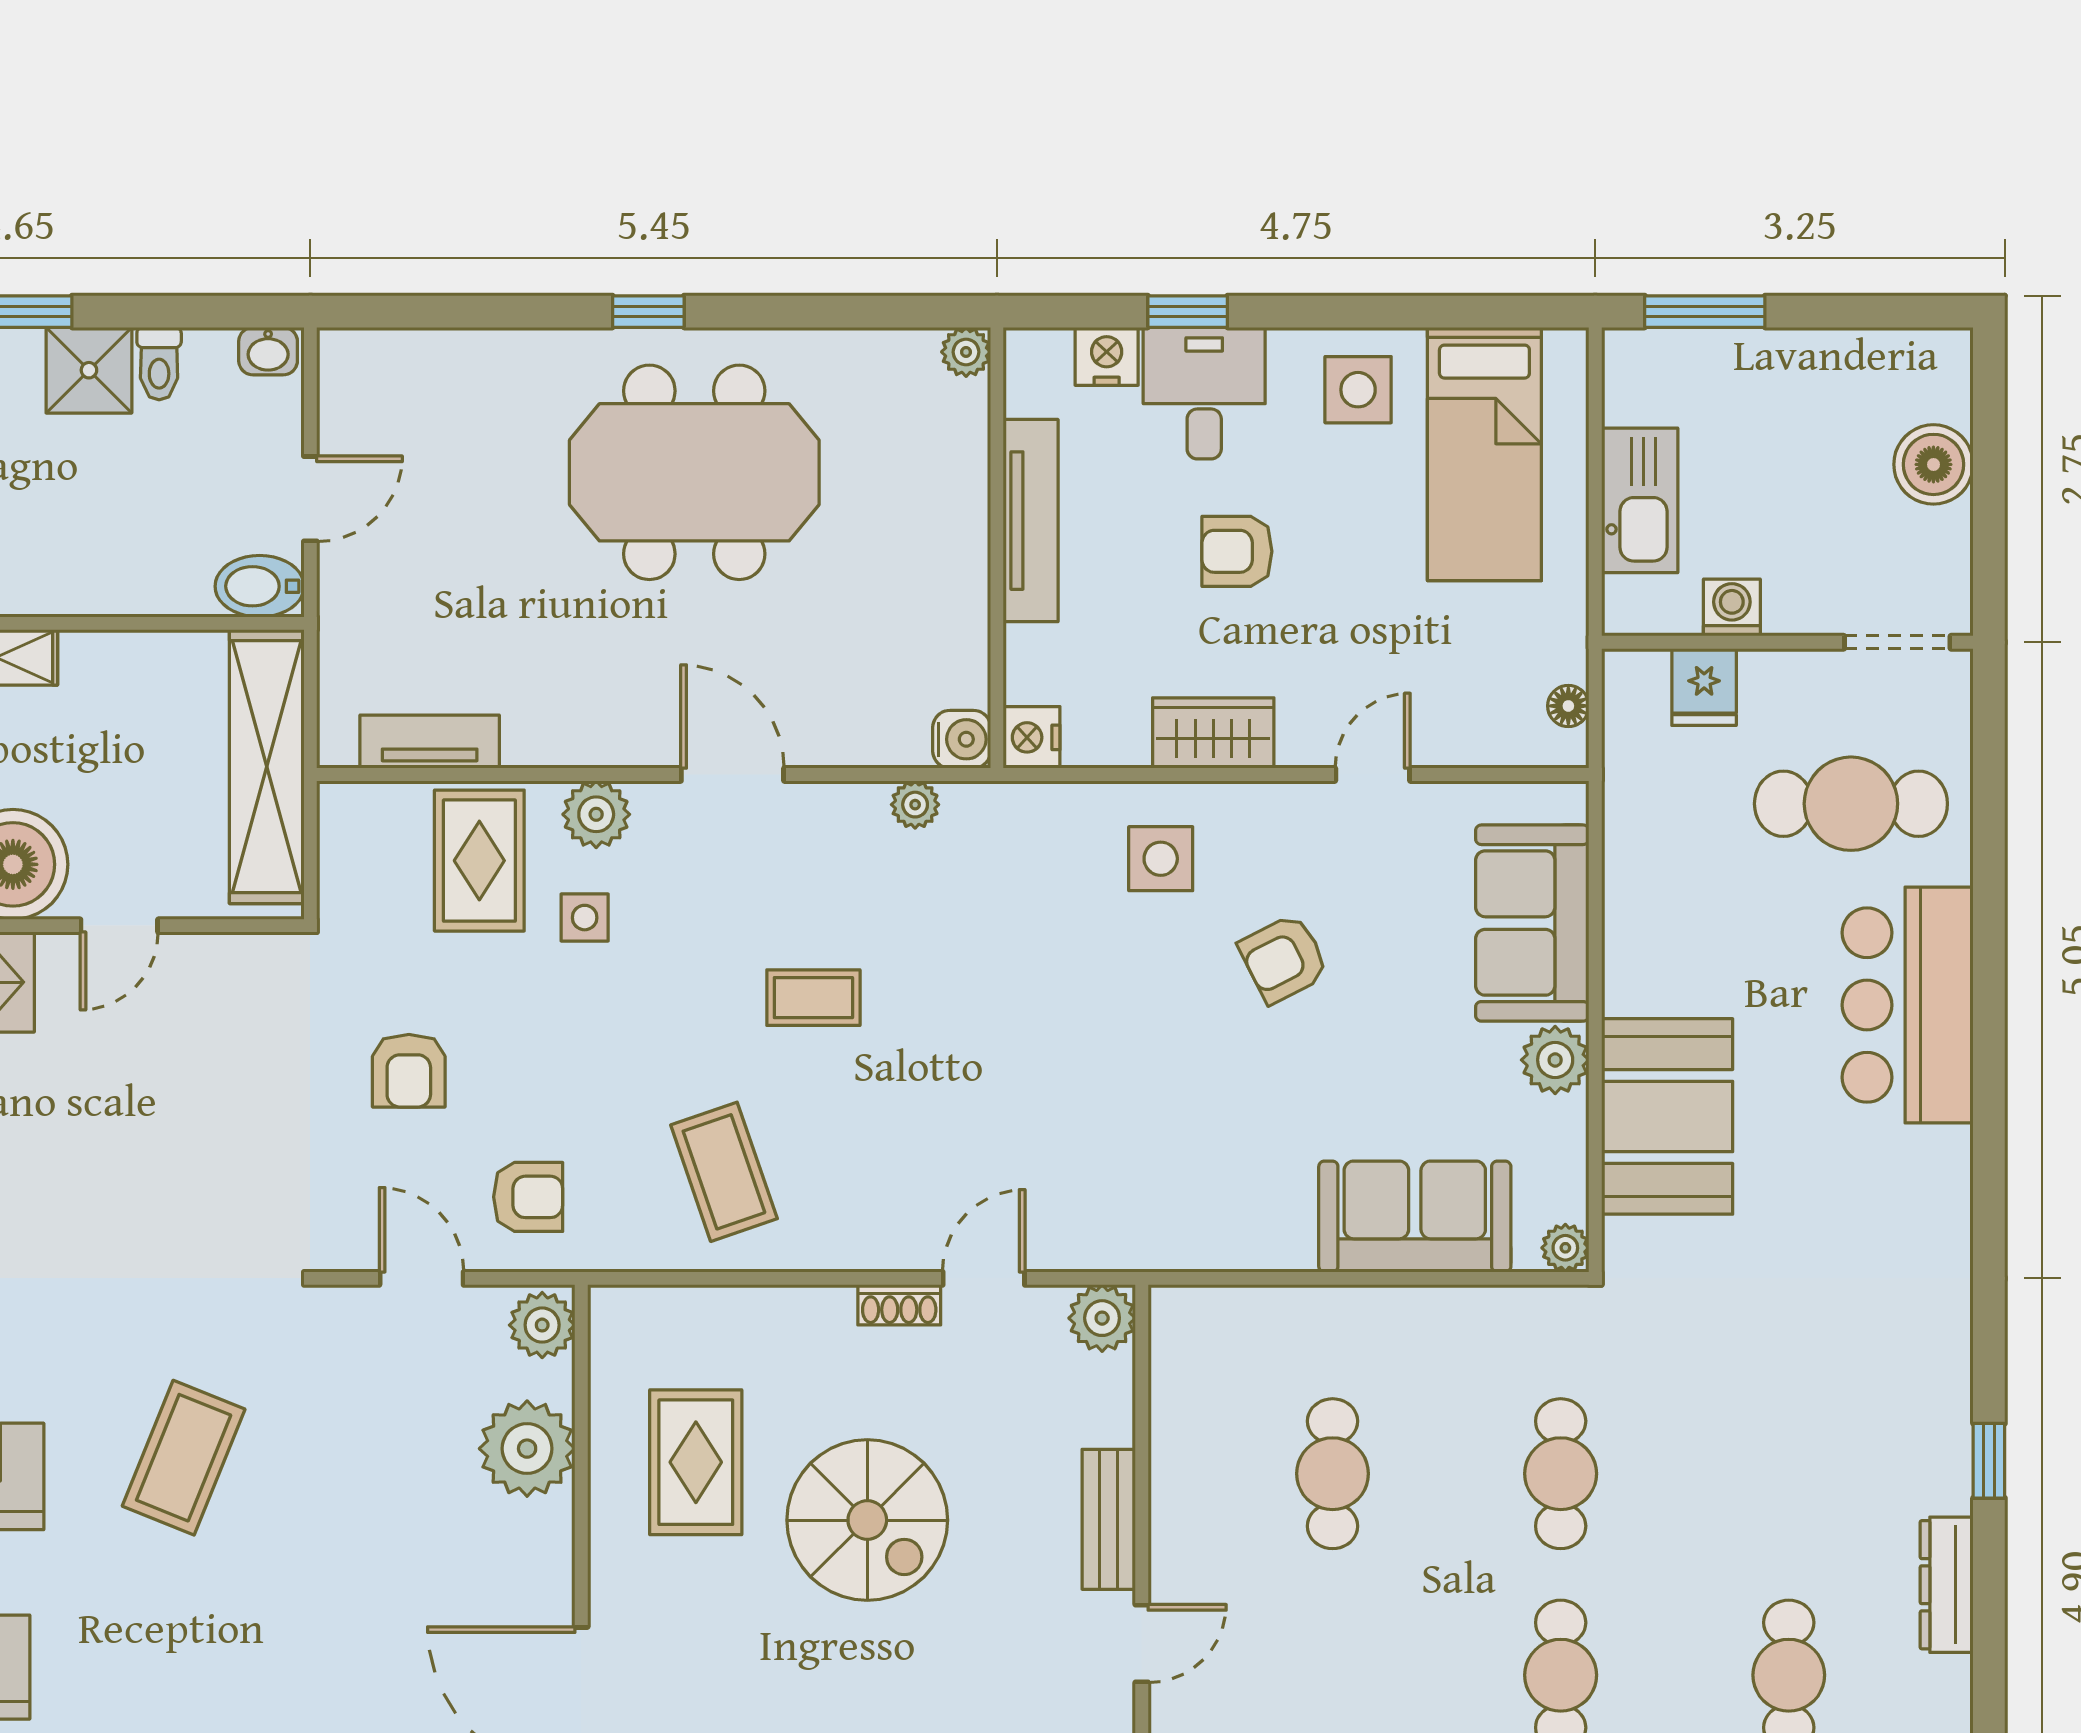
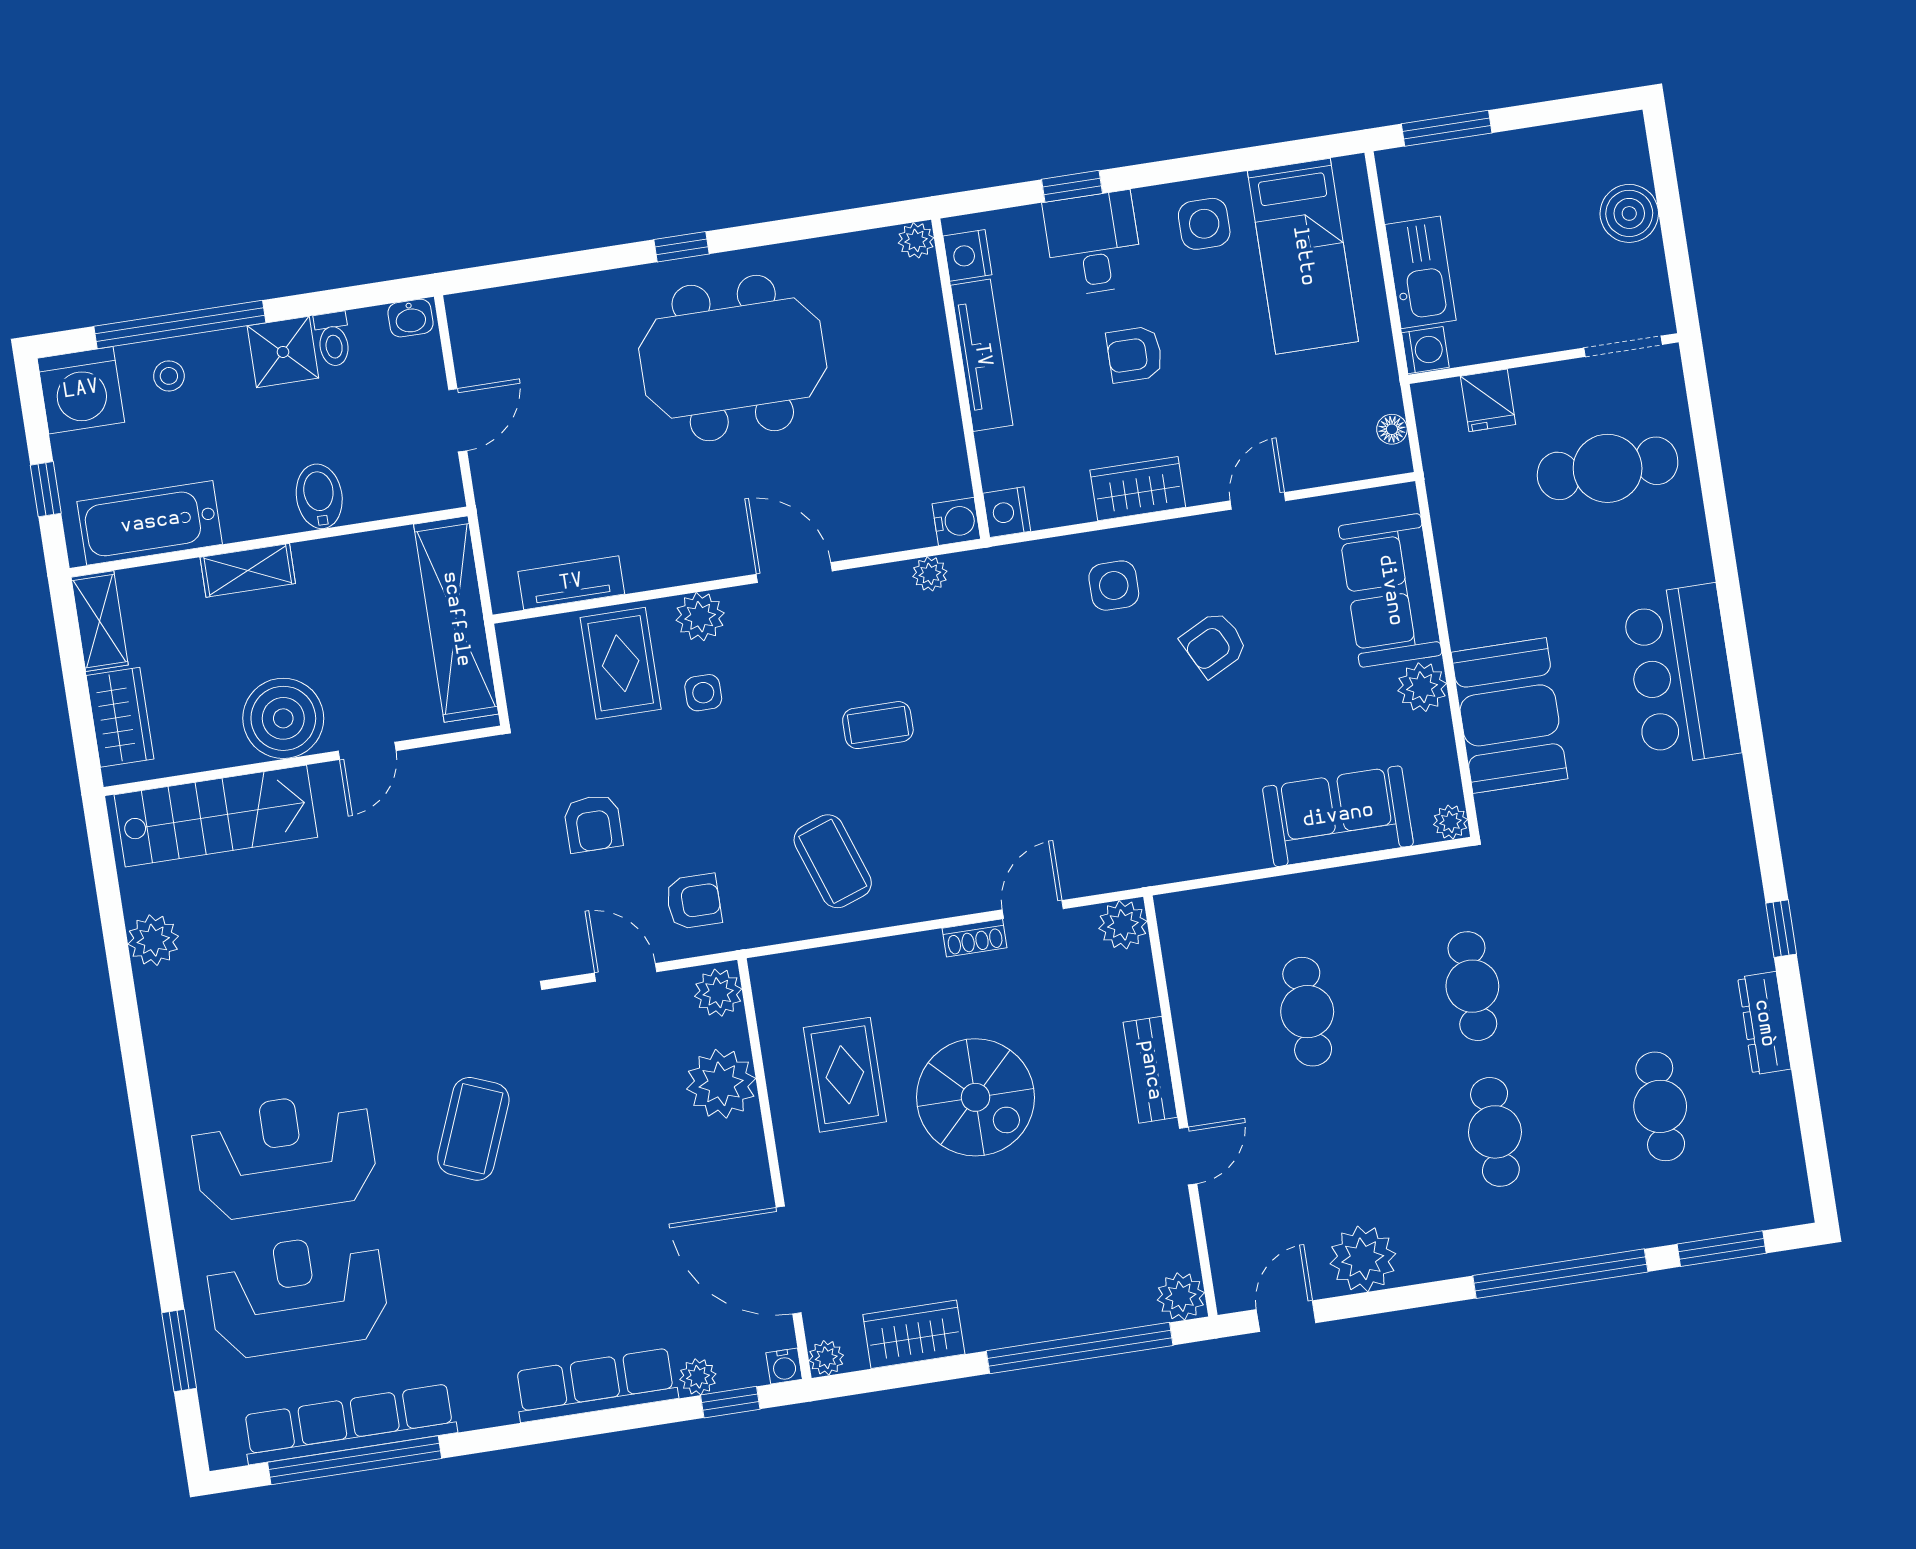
nightstand: (1107, 356) -> (967, 255), moved, turned -90
bidet: (260, 586) -> (319, 496), moved, turned 90
washing machine: (1732, 608) -> (1425, 350), moved, turned 90
bar counter: (1908, 1005) -> (1682, 675), moved

